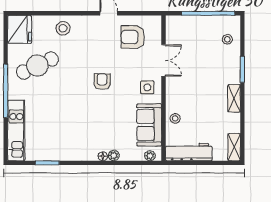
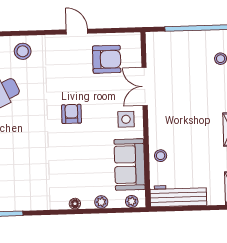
armchair: (133, 37) -> (107, 59), turned 180
double door: (163, 60) -> (145, 86), swing flipped
plant: (114, 155) -> (101, 202), moved

